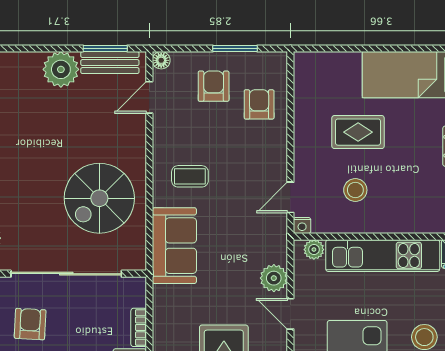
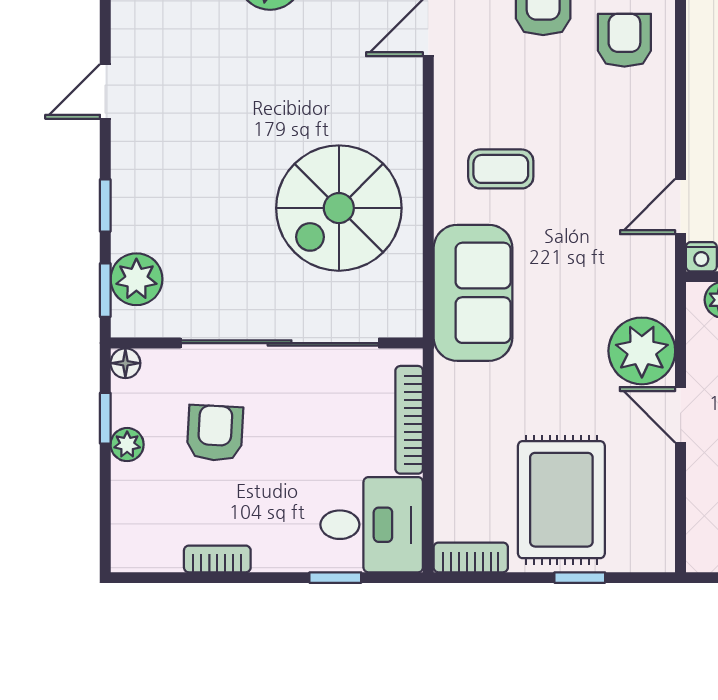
plant: (274, 278) -> (642, 351), width x1.36, depth x1.36
bookcase: (139, 327) -> (409, 420), width x1.56

